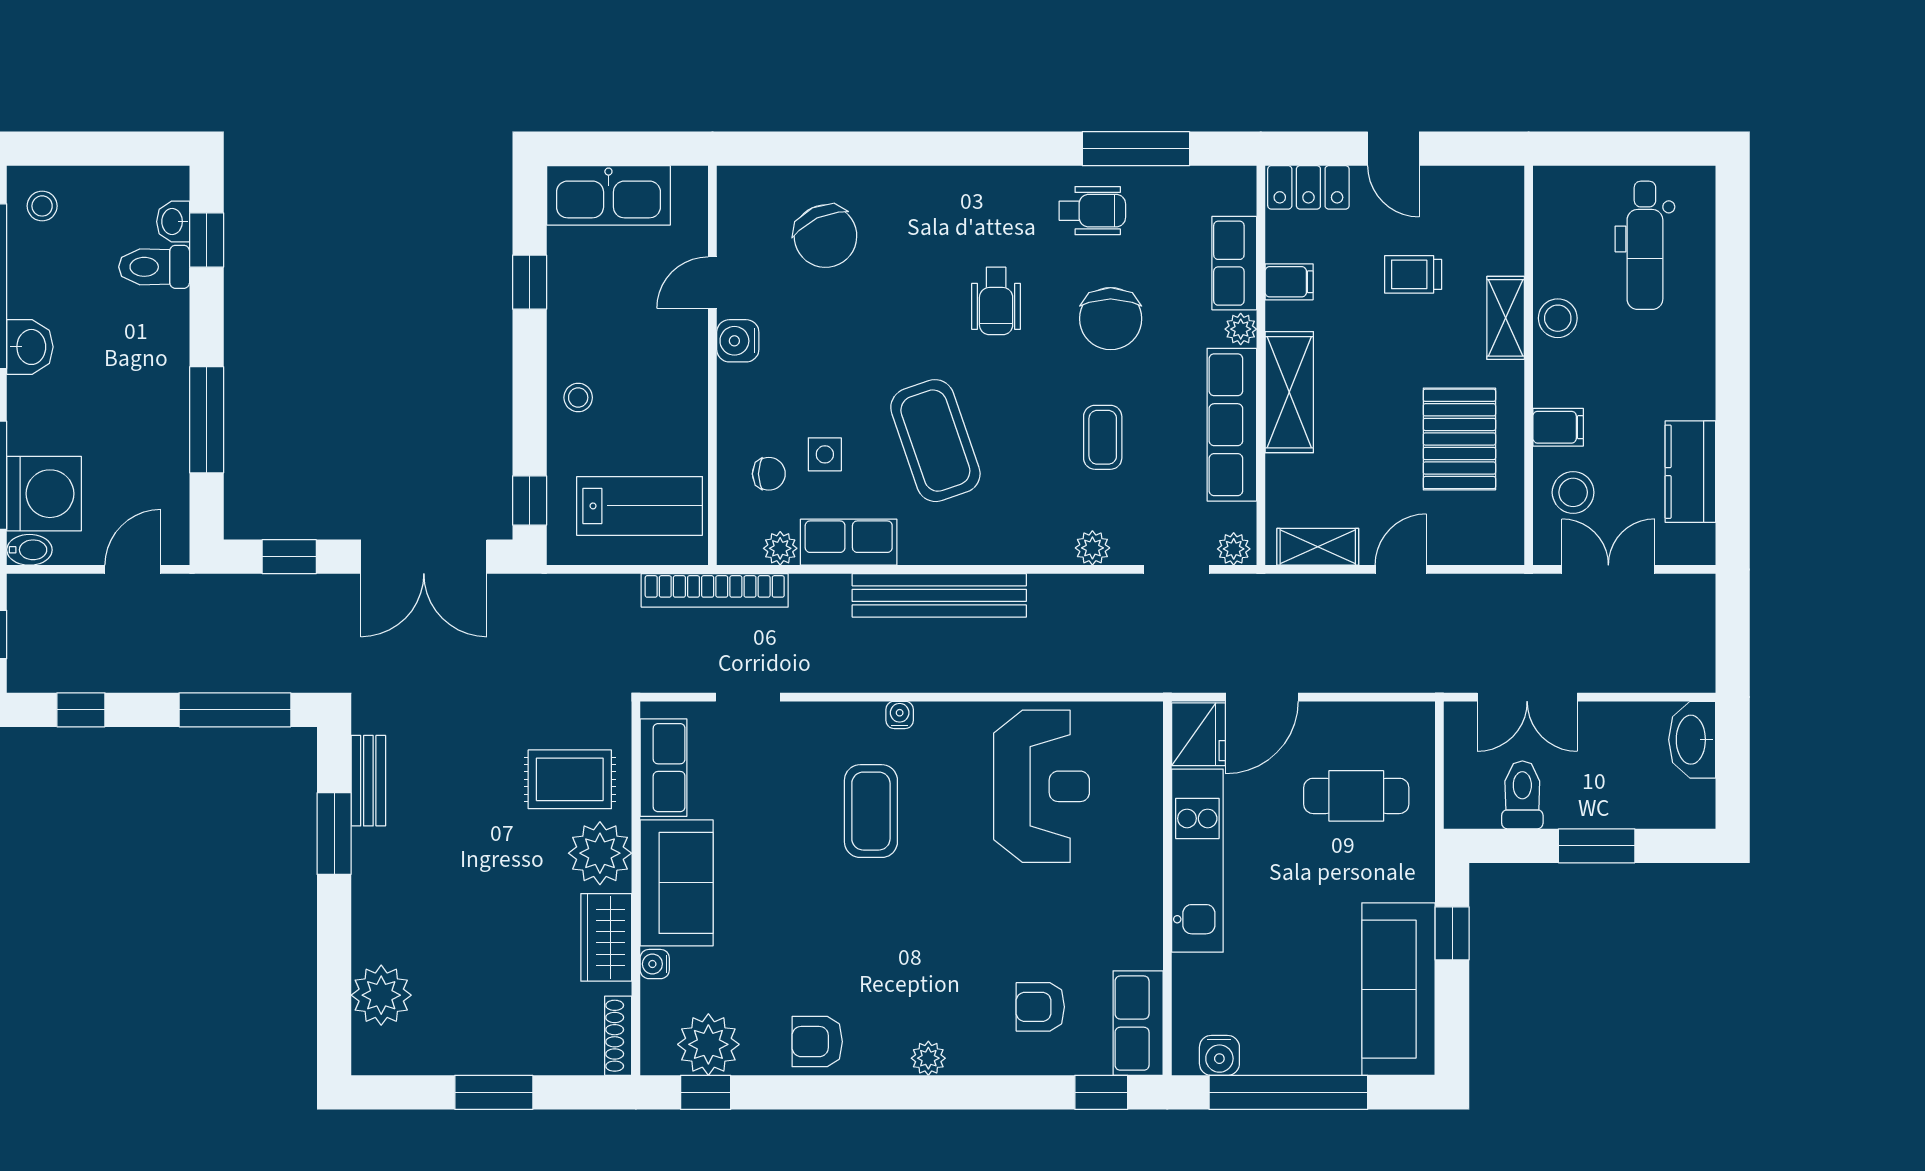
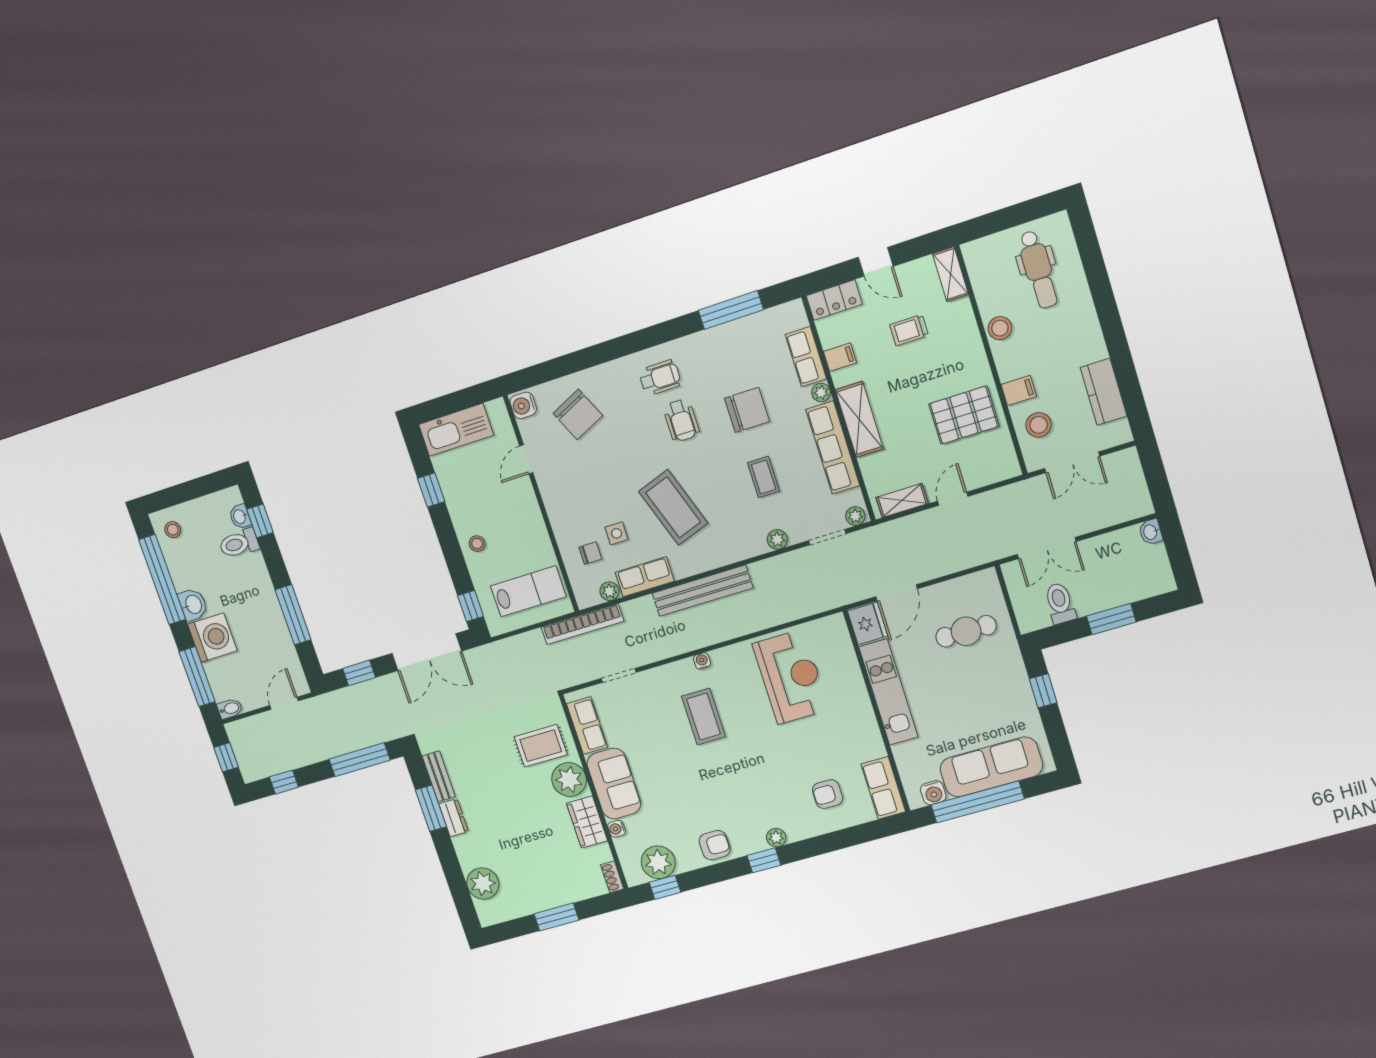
wheelchair: (1092, 211) -> (660, 378), moved
shelving: (1506, 318) -> (951, 274), moved
chair: (1111, 319) -> (747, 410), turned -90
water cooler: (738, 341) -> (523, 405), moved
pallet: (1459, 439) -> (964, 415), turned 90
washing machine: (44, 494) -> (212, 637), moved
double door: (1608, 569) -> (1072, 462), swing flipped
washbasin: (1692, 740) -> (1151, 532), width x0.52, depth x0.69
dresser: (369, 862) -> (454, 818), added
sofa: (1398, 989) -> (991, 767), moved, turned 90
shoe rack: (618, 1036) -> (612, 877), width x0.70
armchair: (817, 1042) -> (715, 845), turned 180
window: (1101, 1092) -> (764, 860), moved

